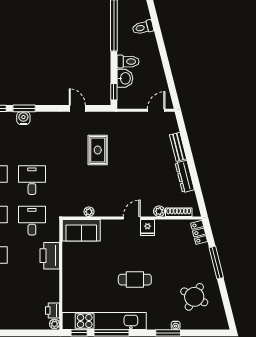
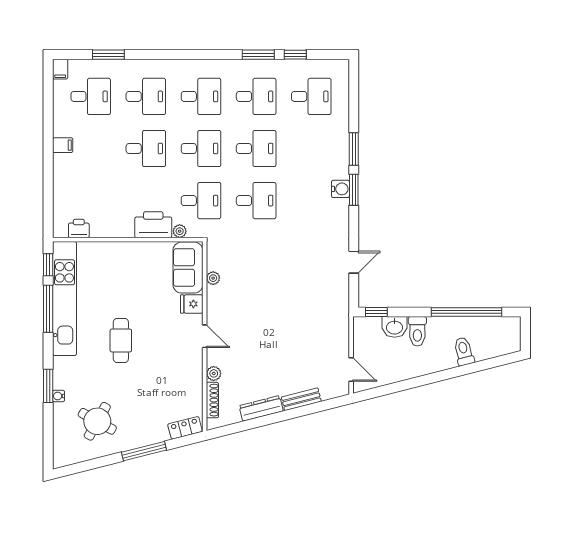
rug: (98, 150) -> (297, 290), removed
fridge: (148, 227) -> (192, 304), moved
plant: (54, 324) -> (180, 231), moved

